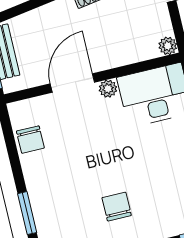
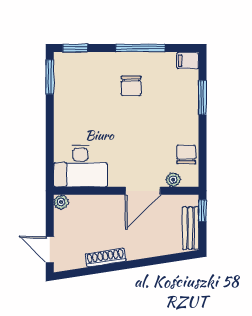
plant: (108, 89) -> (173, 180), moved

